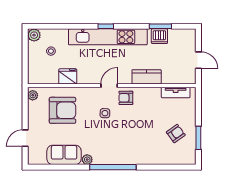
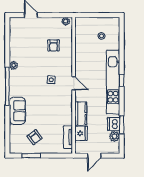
plant: (34, 35) -> (114, 136), moved
fridge: (68, 76) -> (81, 133), moved
armchair: (126, 98) -> (64, 97), removed
armchair: (63, 110) -> (53, 45), width x0.53, depth x0.53
sofa: (64, 155) -> (17, 111), moved

